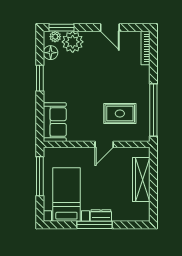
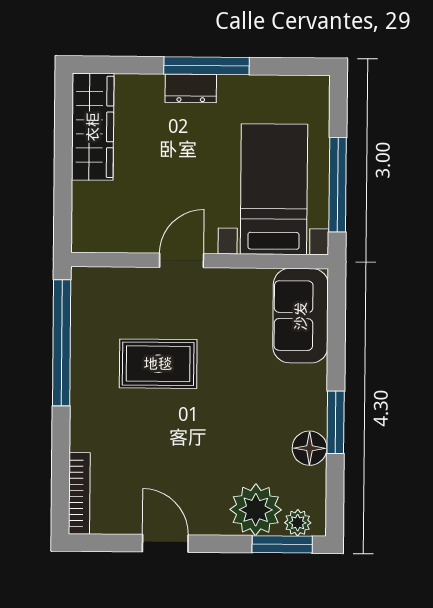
floor lamp: (51, 53) -> (310, 448), moved
rug: (120, 113) -> (158, 364), moved
wardrobe: (141, 179) -> (93, 127), moved
bed with nightstands: (66, 194) -> (274, 189), moved, turned 180

